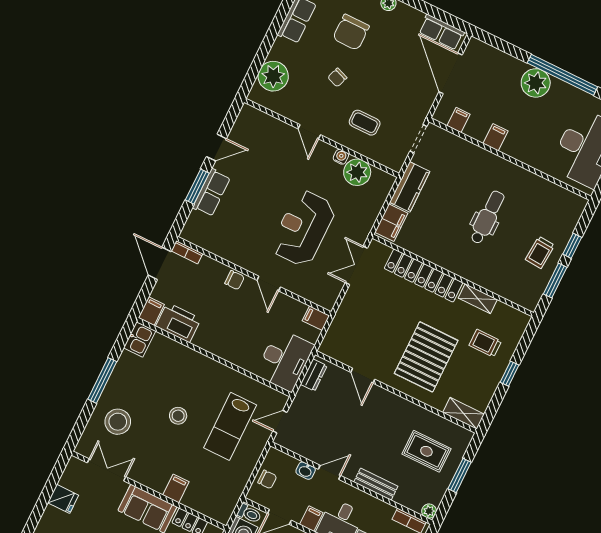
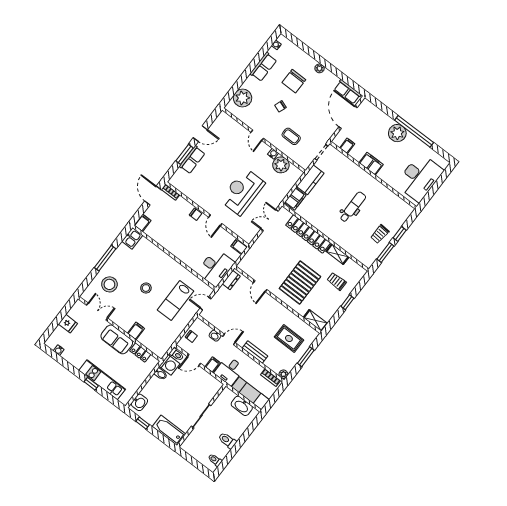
filing cabinet: (496, 137) -> (371, 164), width x2.00
printer: (178, 323) -> (157, 233), removed

